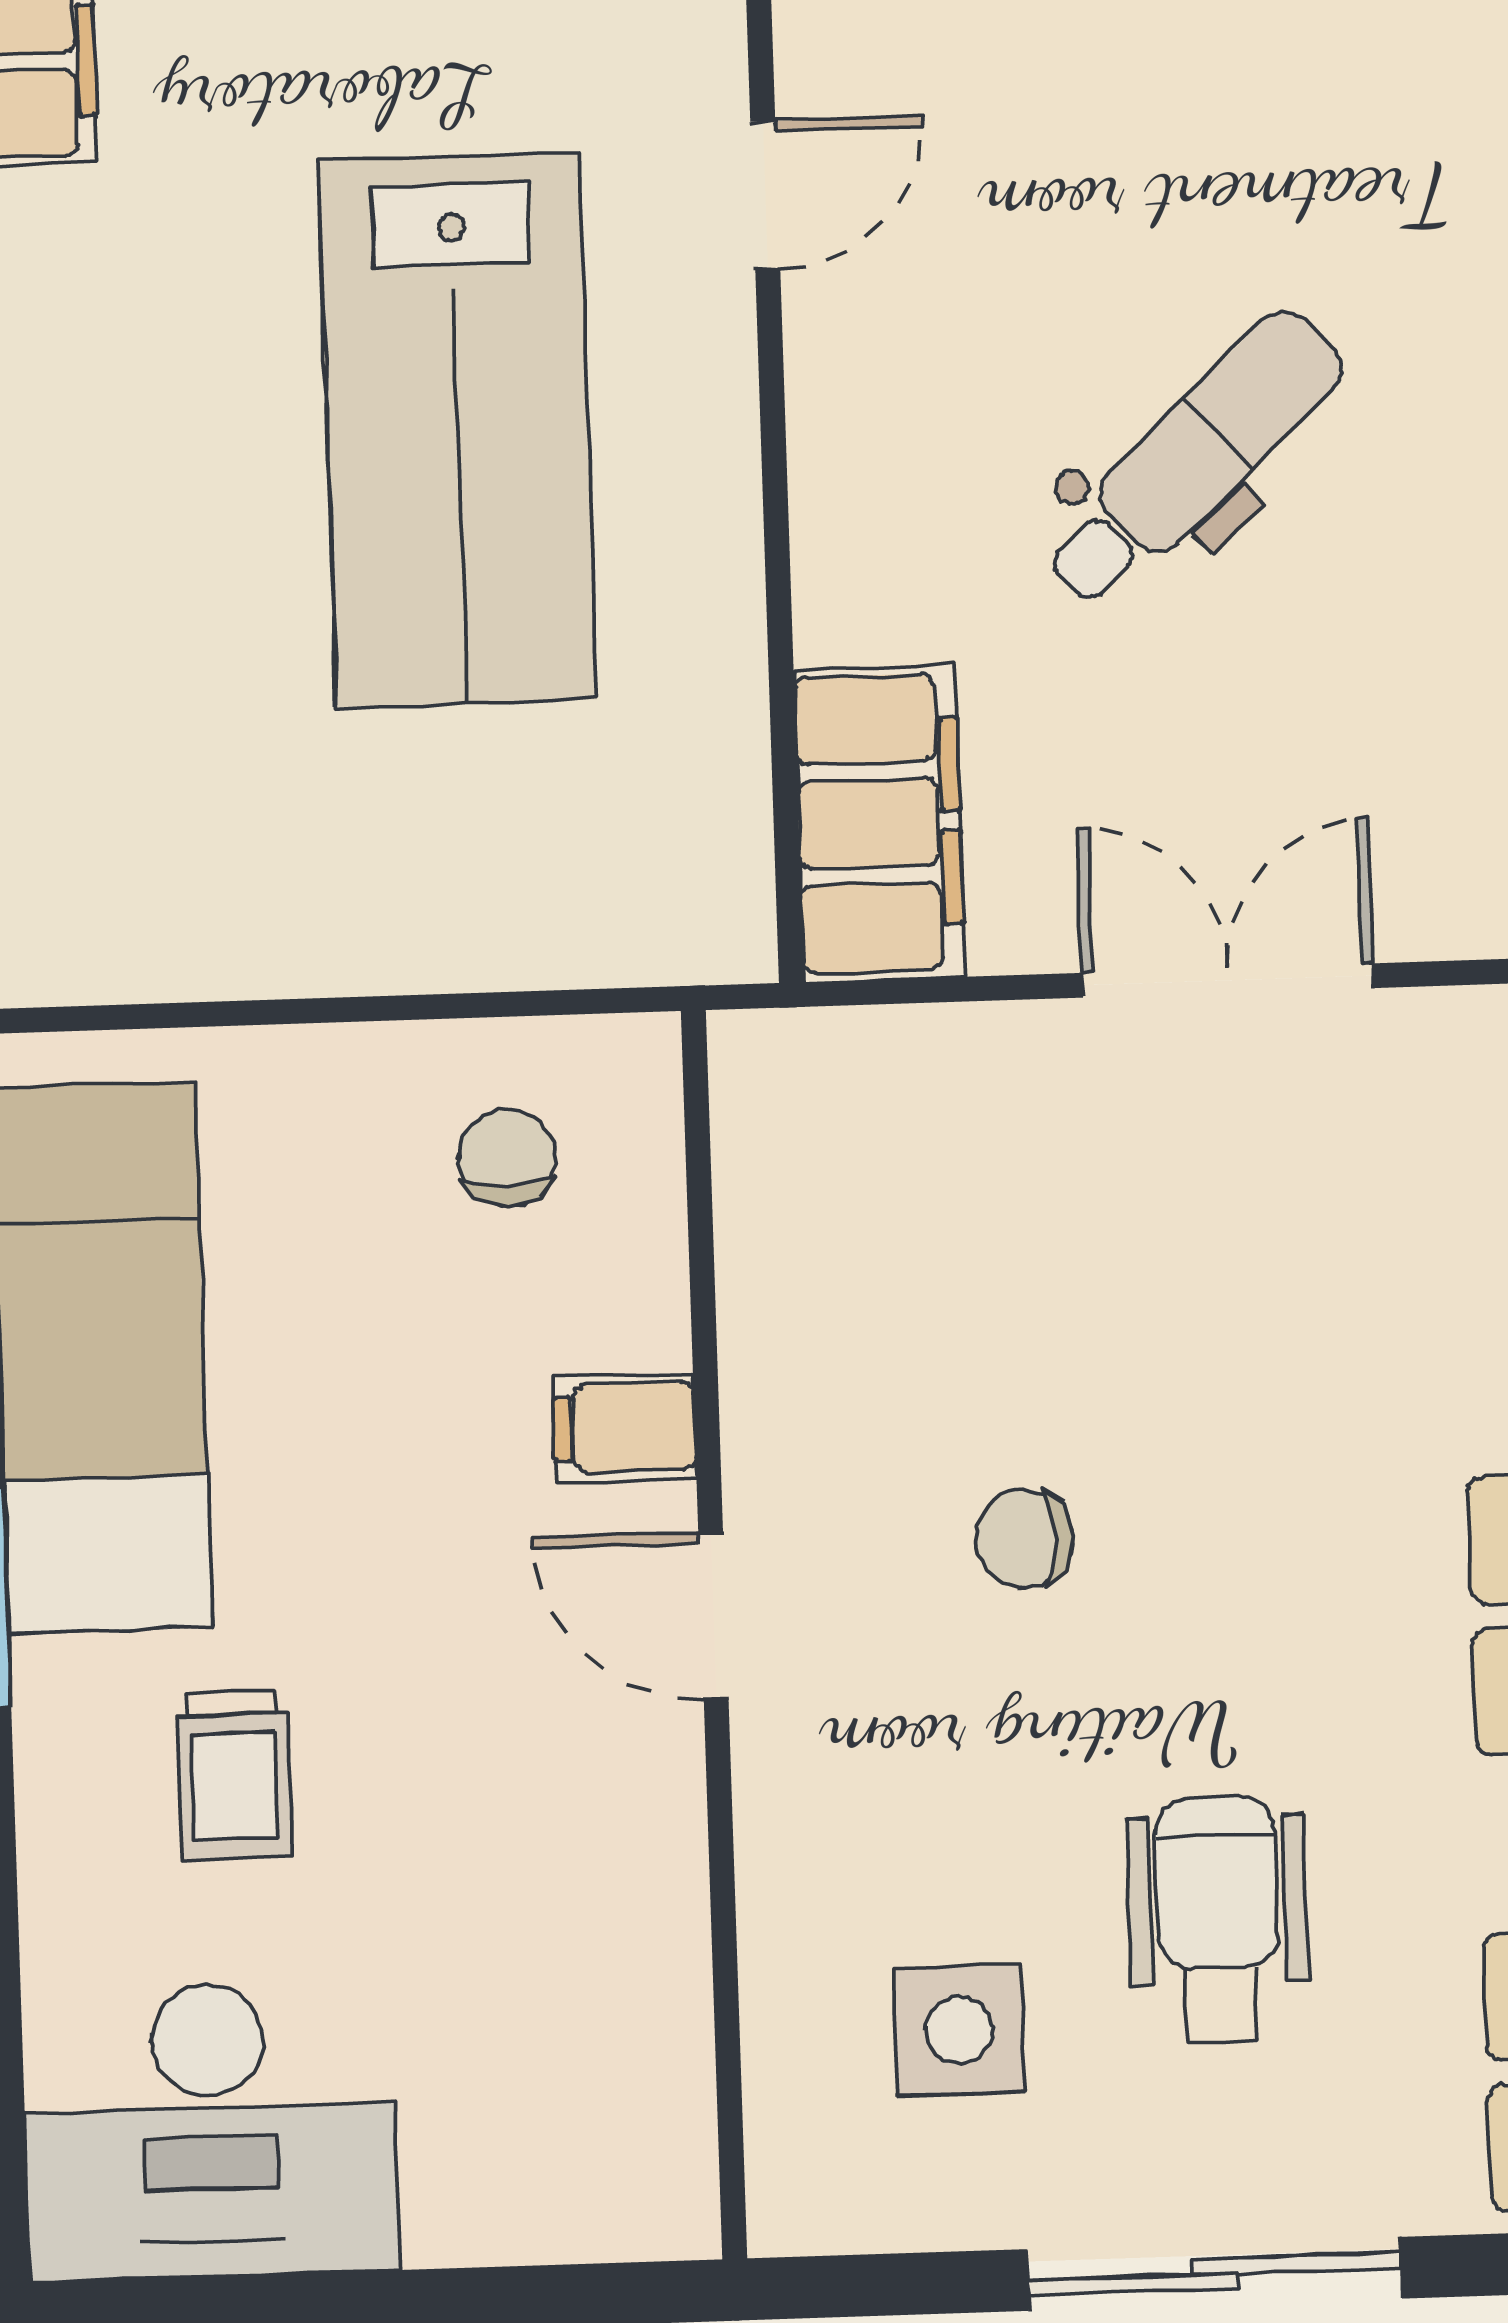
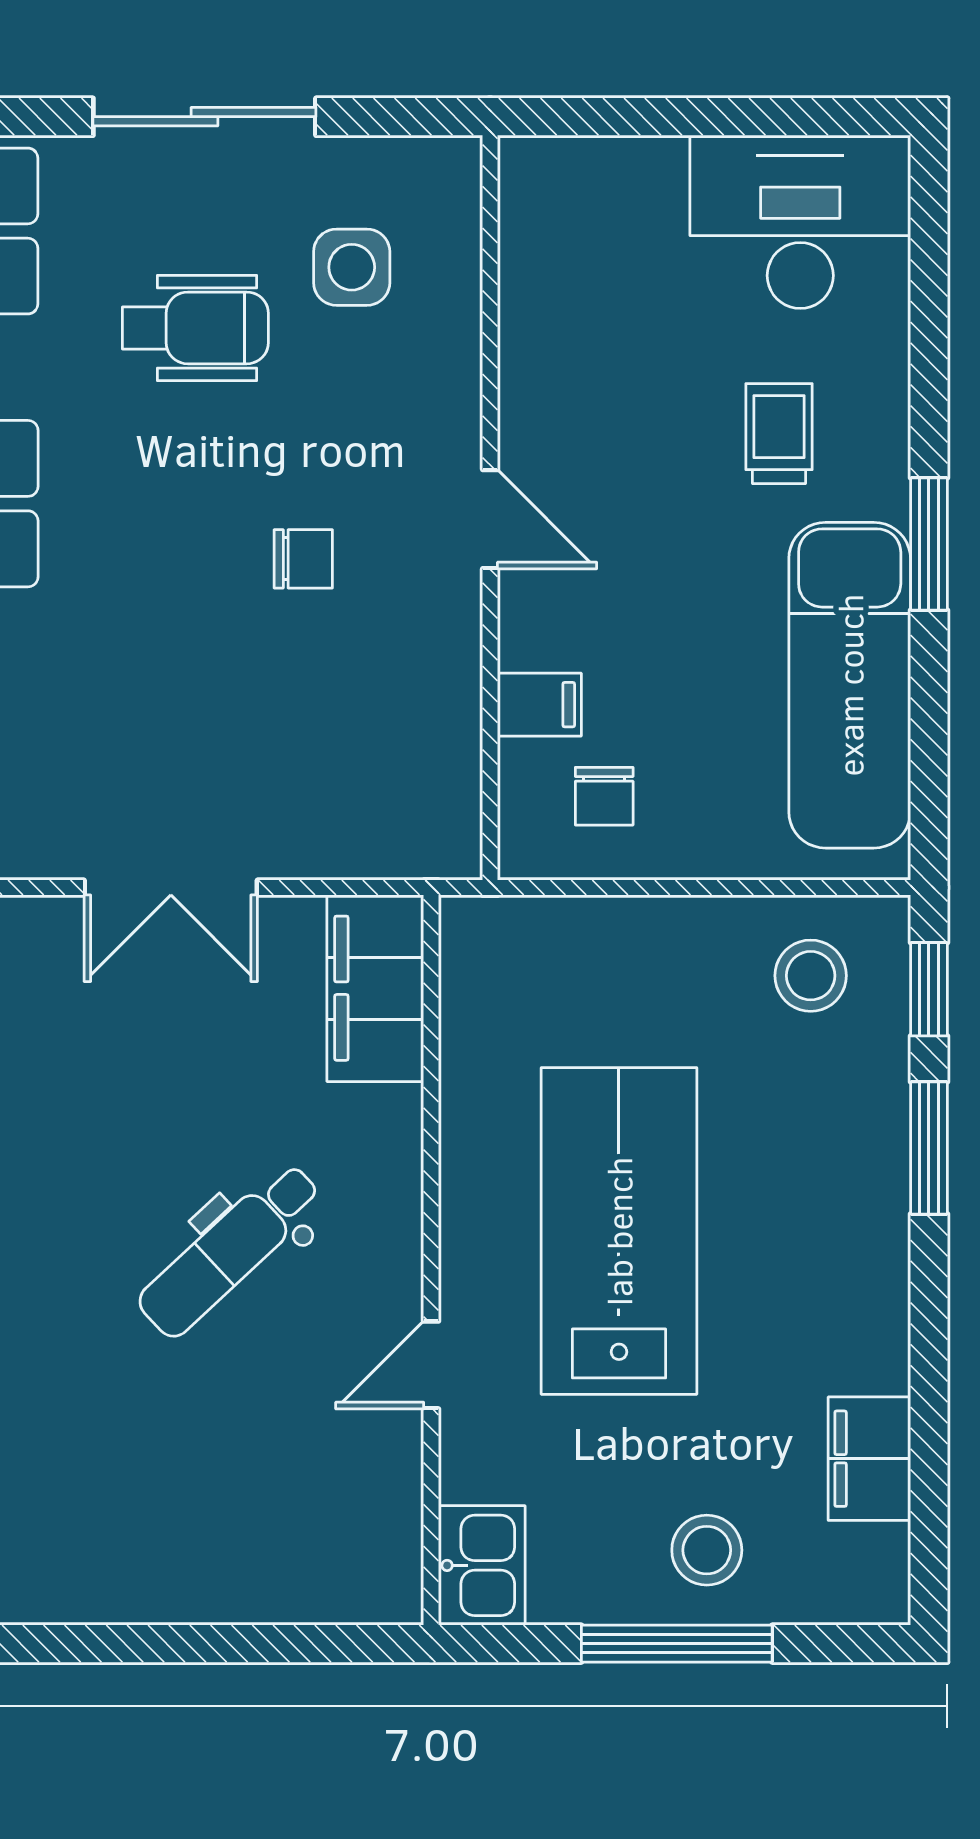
dental chair: (1193, 459) -> (230, 1250), moved
stool: (151, 868) -> (811, 976), added
filing cabinet: (624, 1427) -> (539, 705), moved
wheelchair: (1218, 1919) -> (195, 328), turned -90

